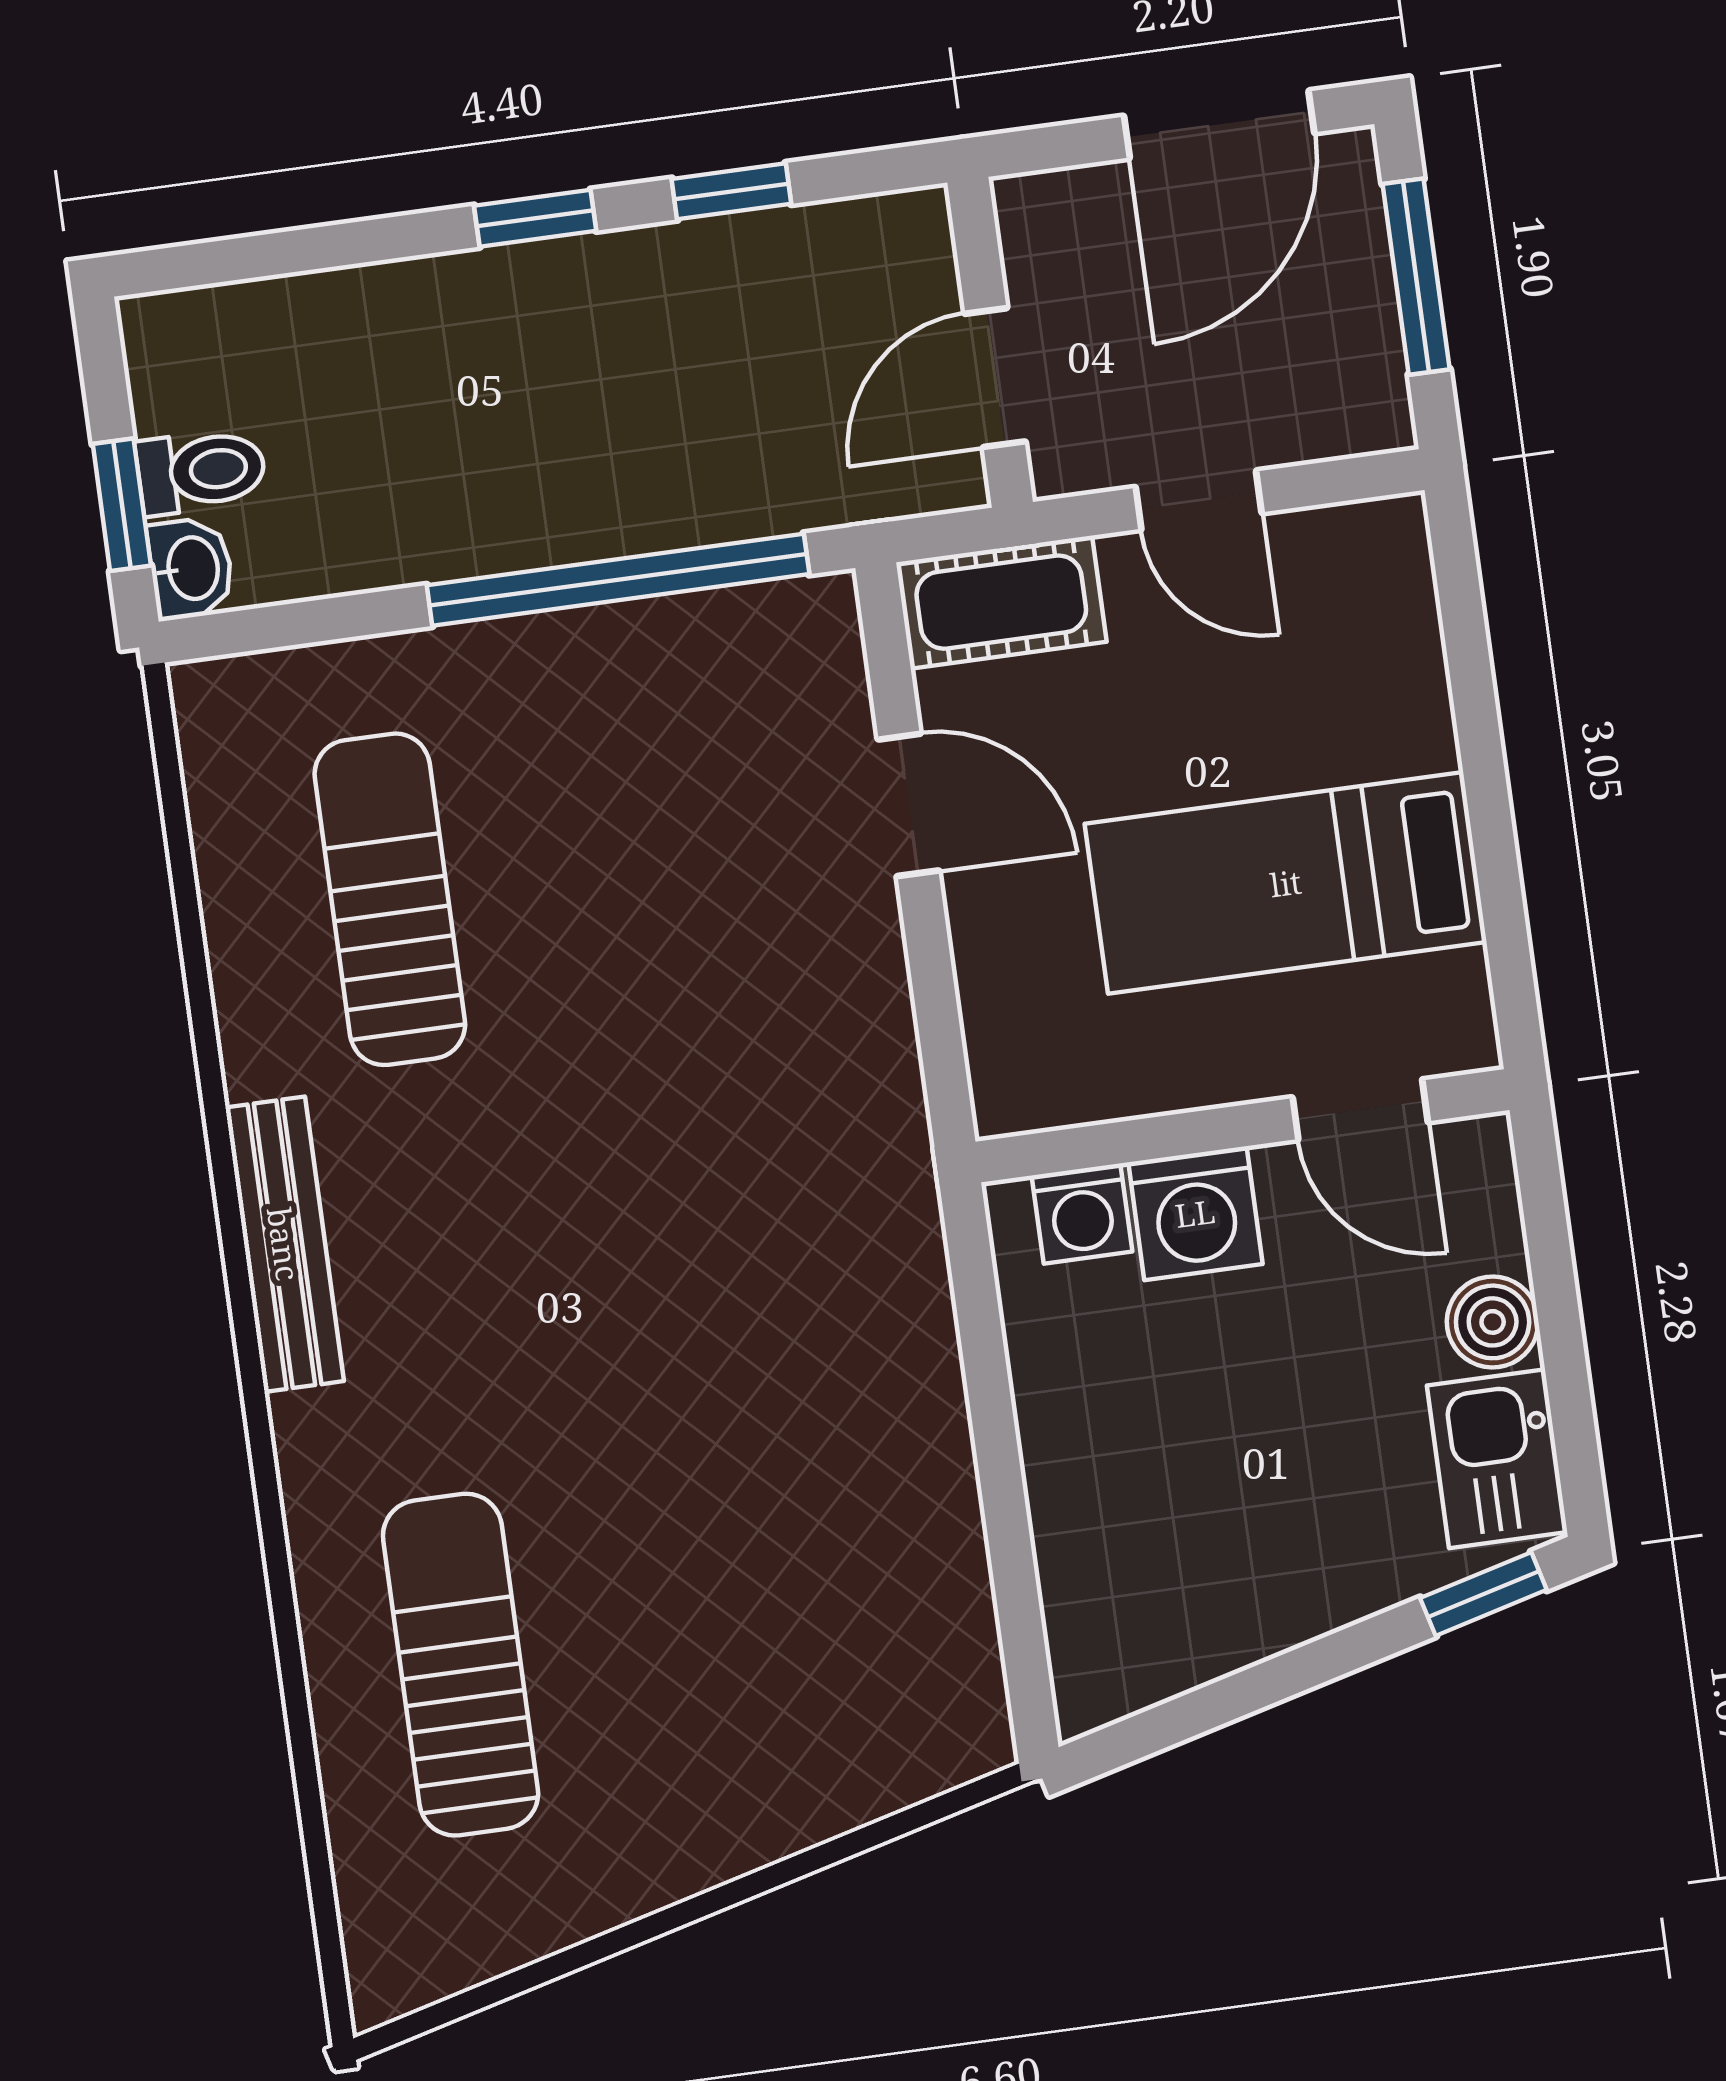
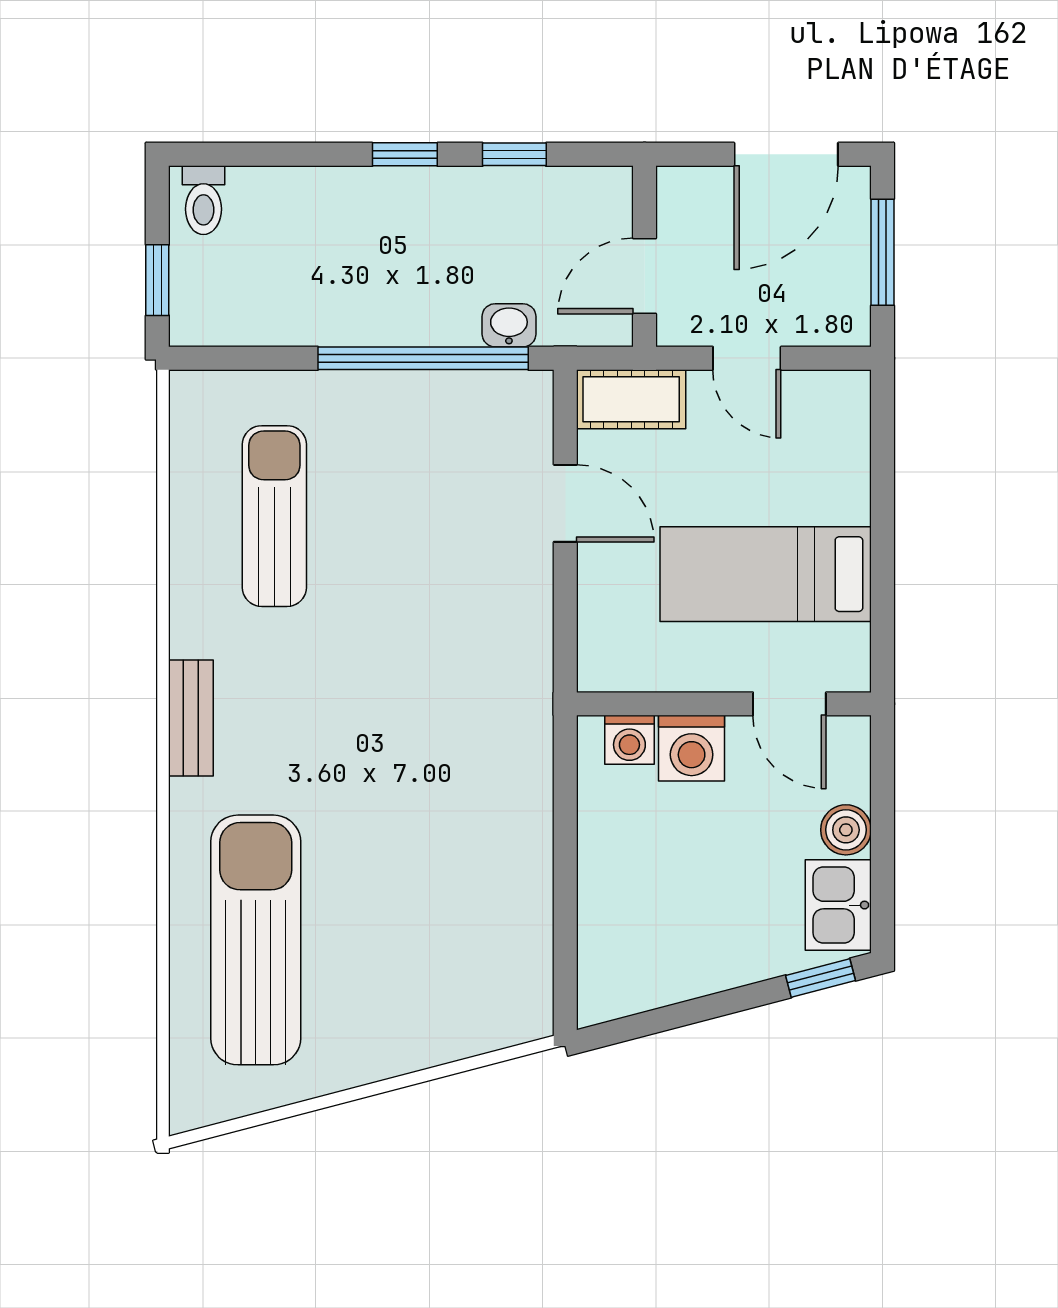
toilet: (201, 471) -> (203, 200), moved, turned 90
washbasin: (191, 568) -> (509, 325), moved, turned -90
bench: (284, 1244) -> (191, 718), width x0.73
sun lounger: (461, 1665) -> (256, 940), width x1.36, depth x1.34

